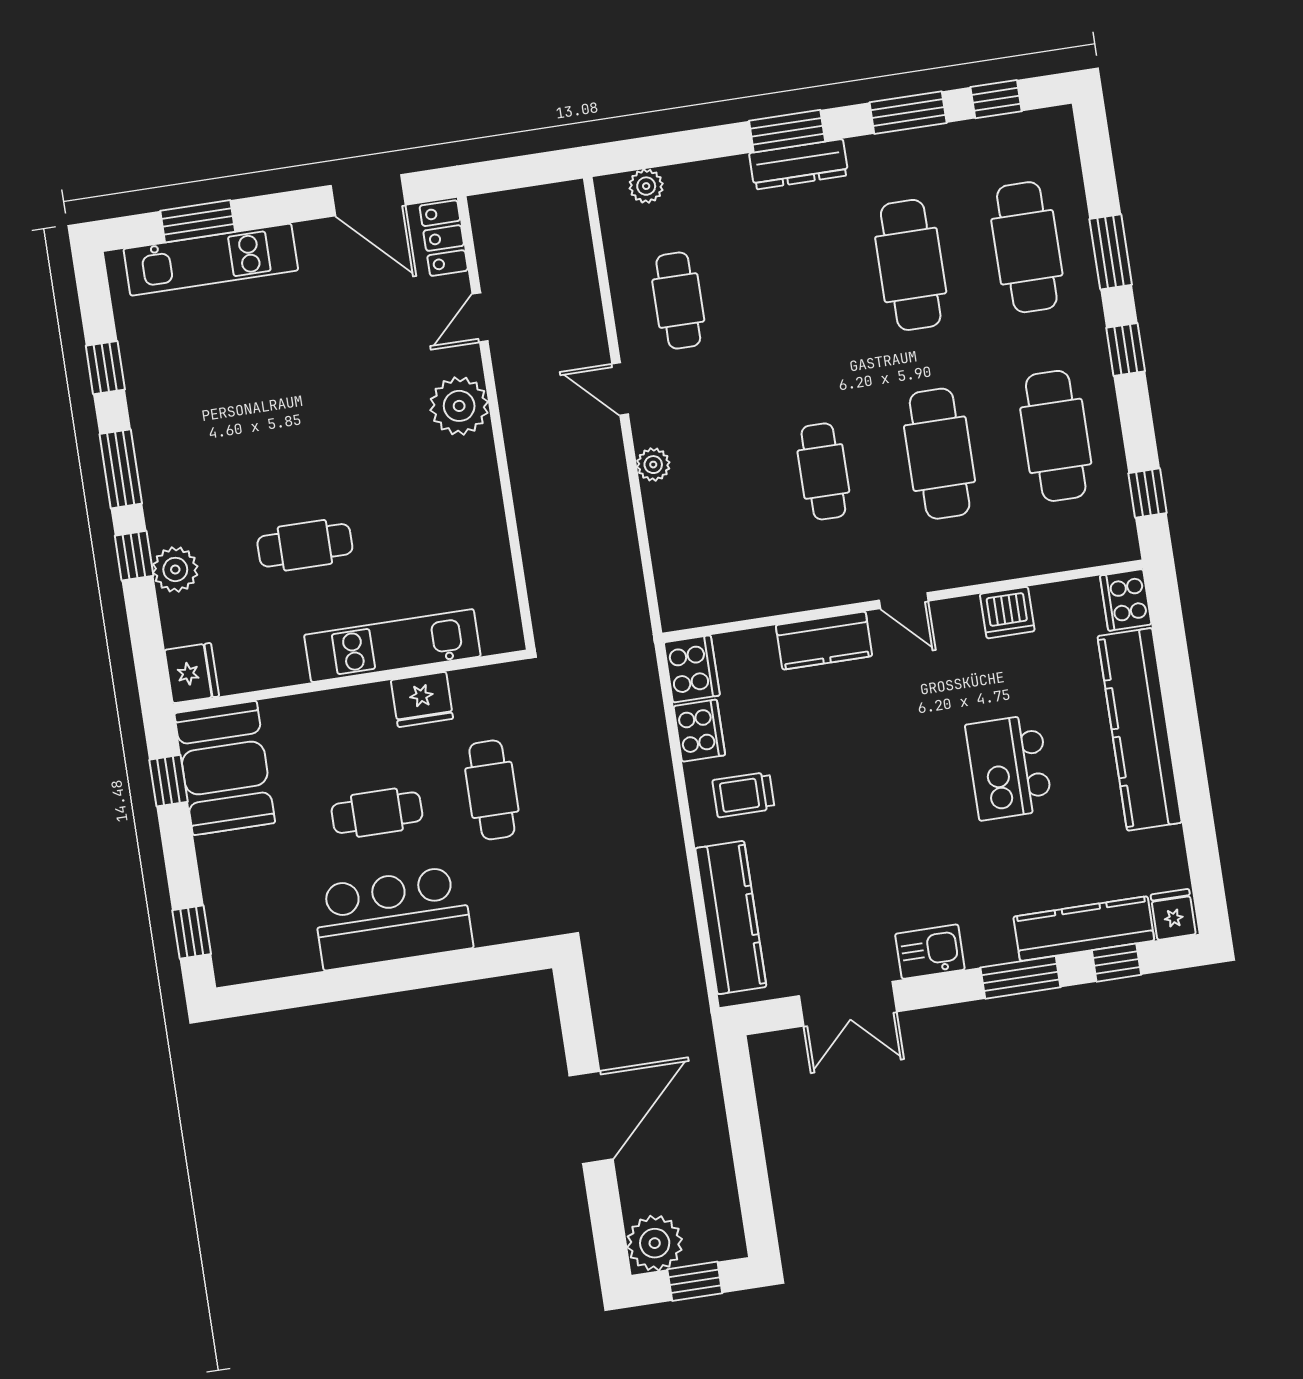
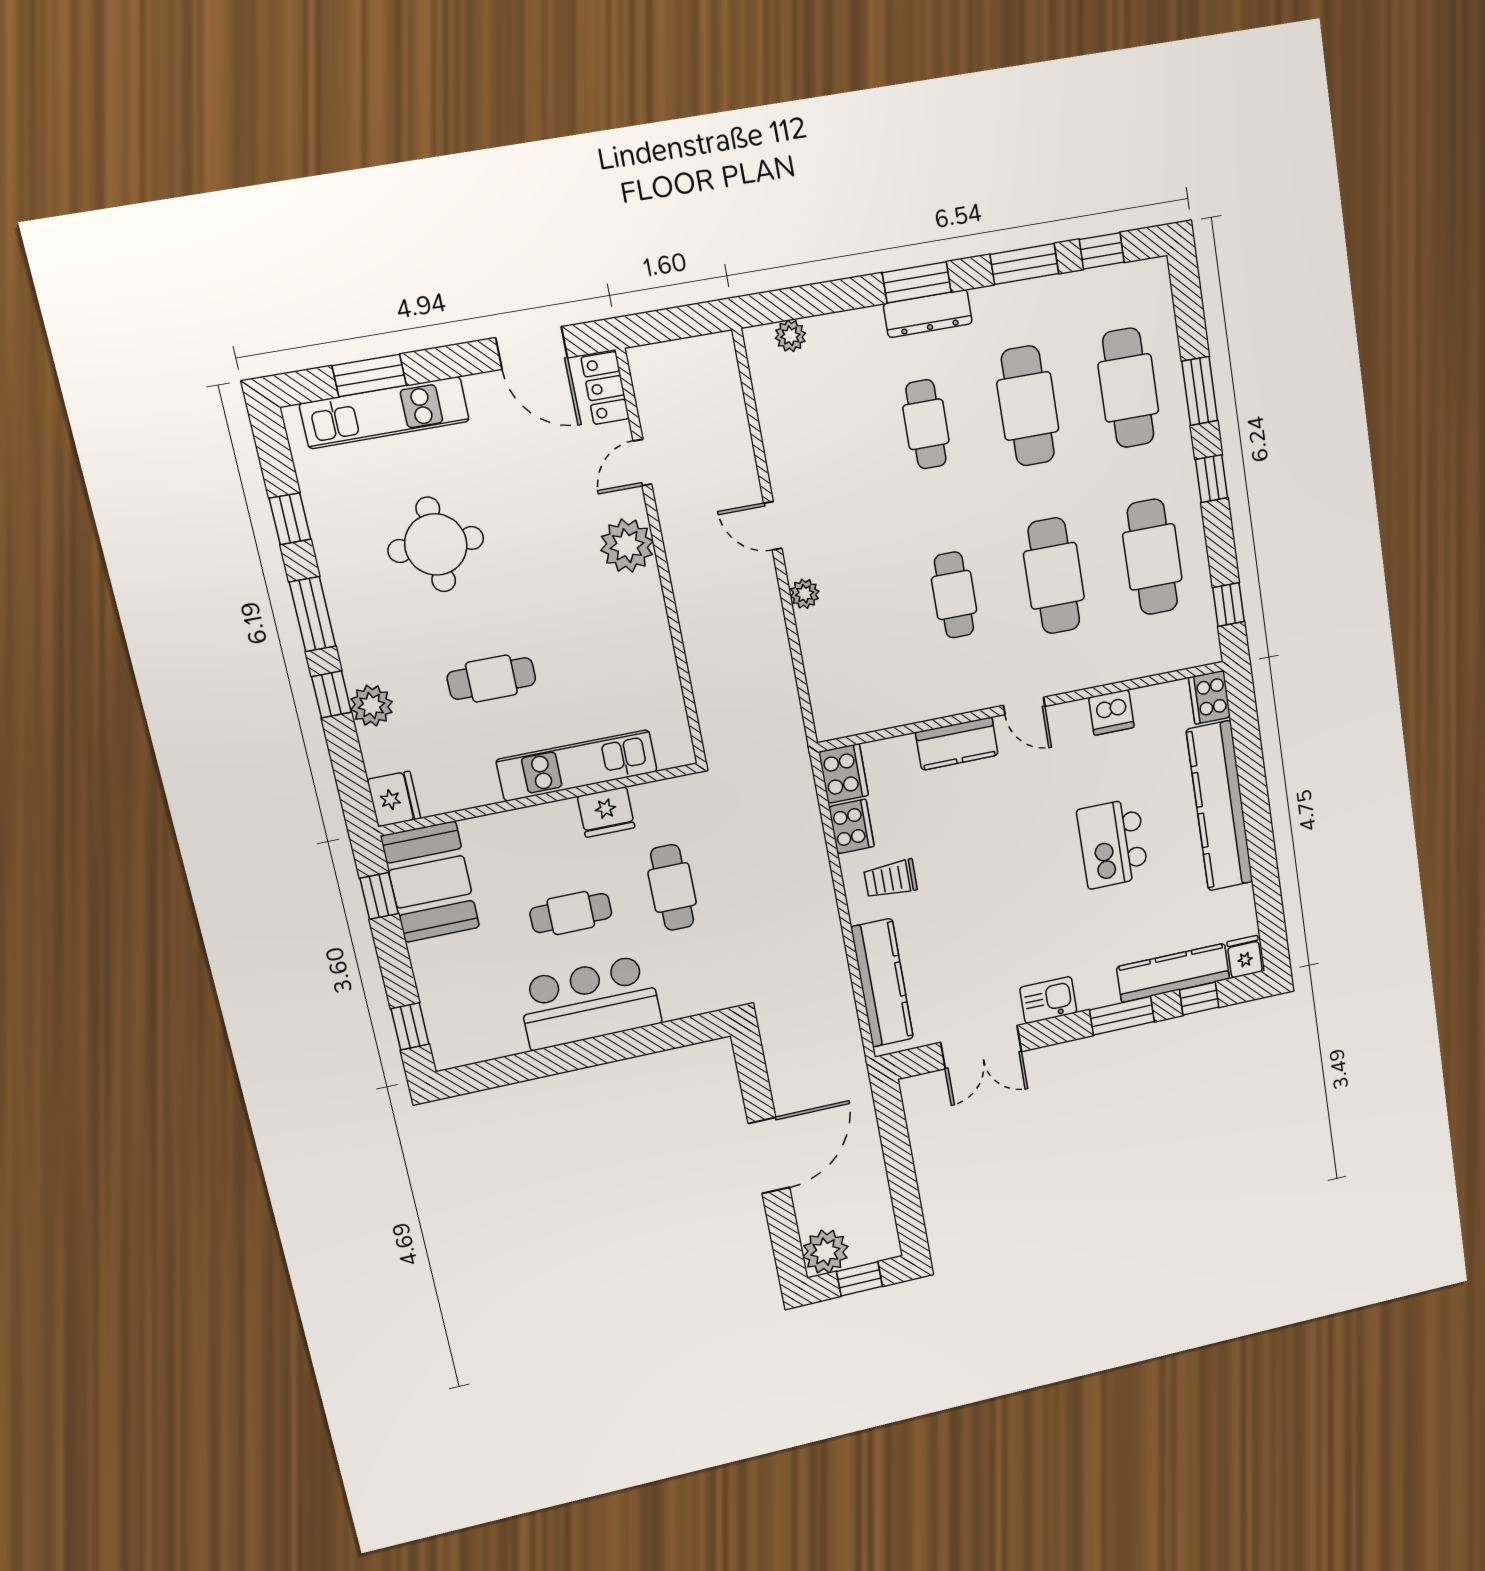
cafe table: (678, 301) -> (926, 424), moved
round table: (255, 399) -> (436, 544), added

